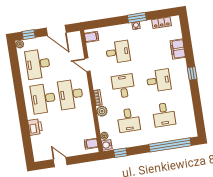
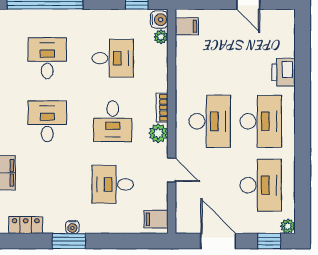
desk: (159, 81) -> (47, 121), turned 90
plant: (102, 111) -> (158, 133), moved
desk: (129, 120) -> (113, 58), turned 90

